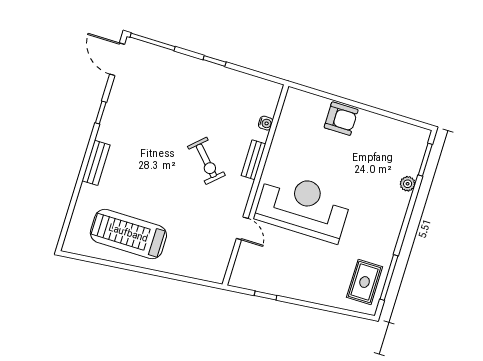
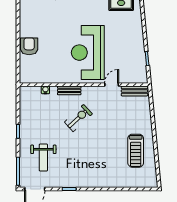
weight bench: (162, 88) -> (43, 158), added
bench: (96, 163) -> (134, 91), moved
treadmill: (128, 234) -> (136, 151), width x0.73, depth x0.73

